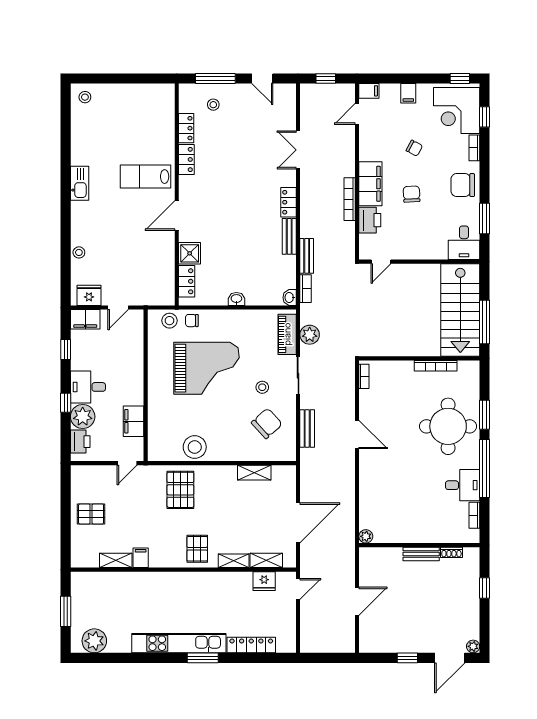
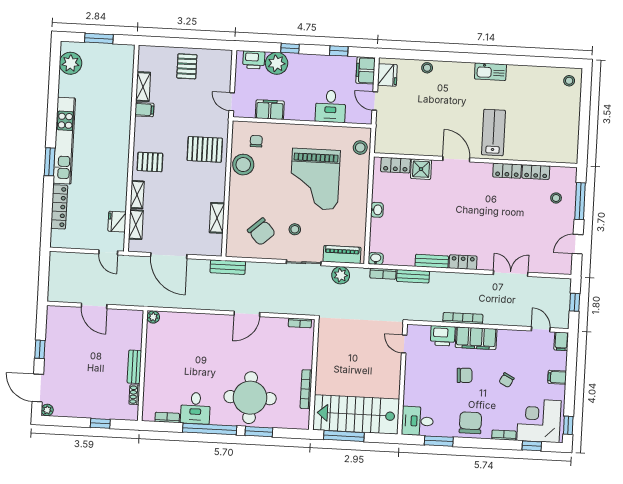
chair: (192, 321) -> (256, 141), moved
desk: (88, 387) -> (331, 106), moved, turned 180
bench: (307, 428) -> (228, 267), moved

